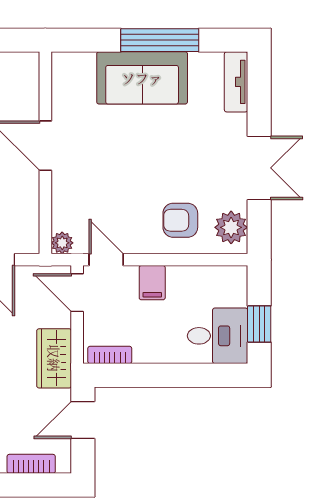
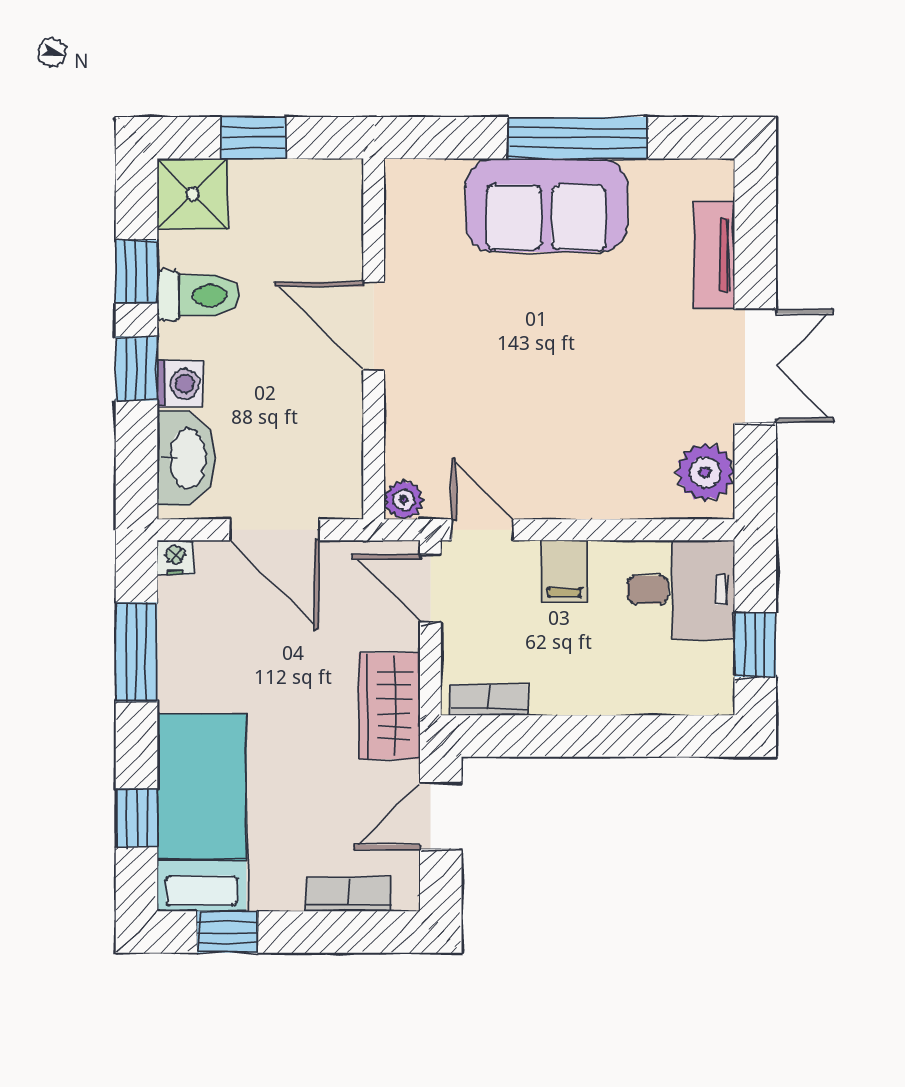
tv unit: (236, 82) -> (714, 255), moved
armchair: (180, 220) -> (615, 459), removed
desk: (218, 336) -> (681, 590), moved

